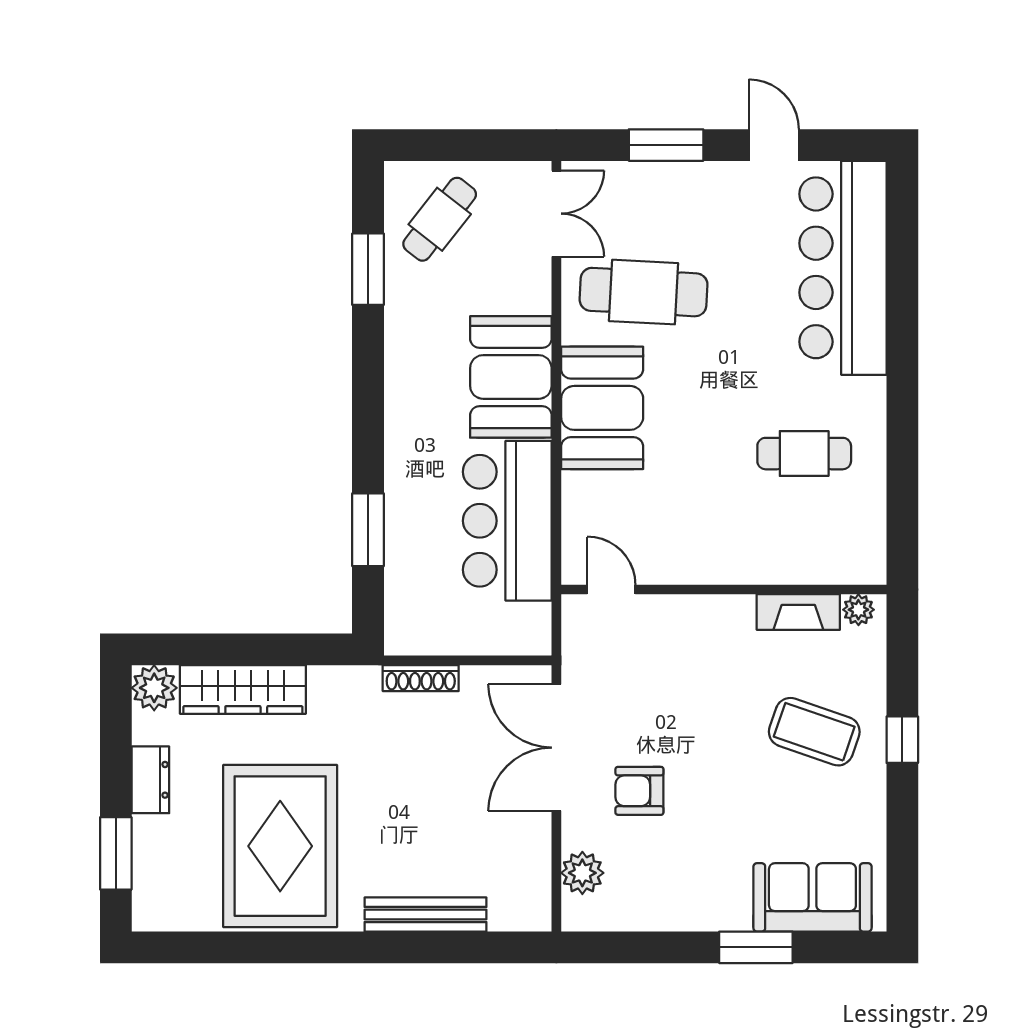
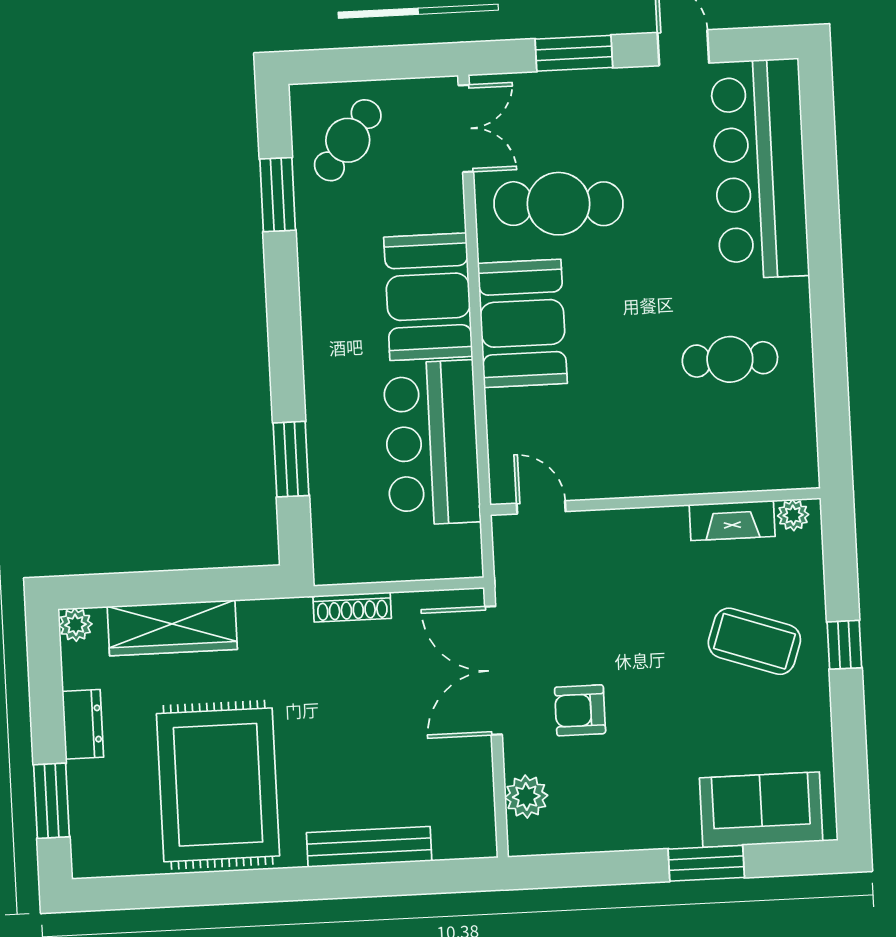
plant: (154, 688) -> (75, 625), width x0.73, depth x0.73

